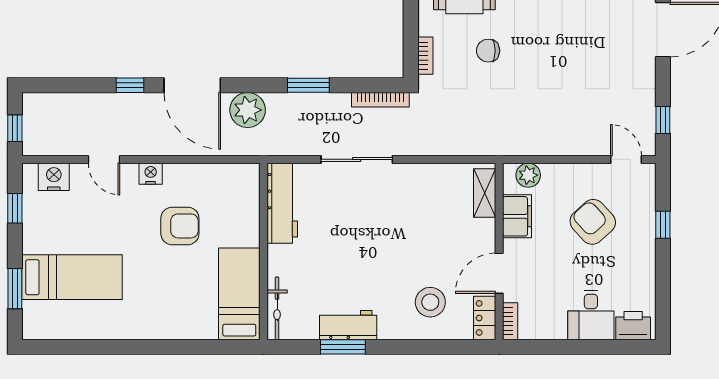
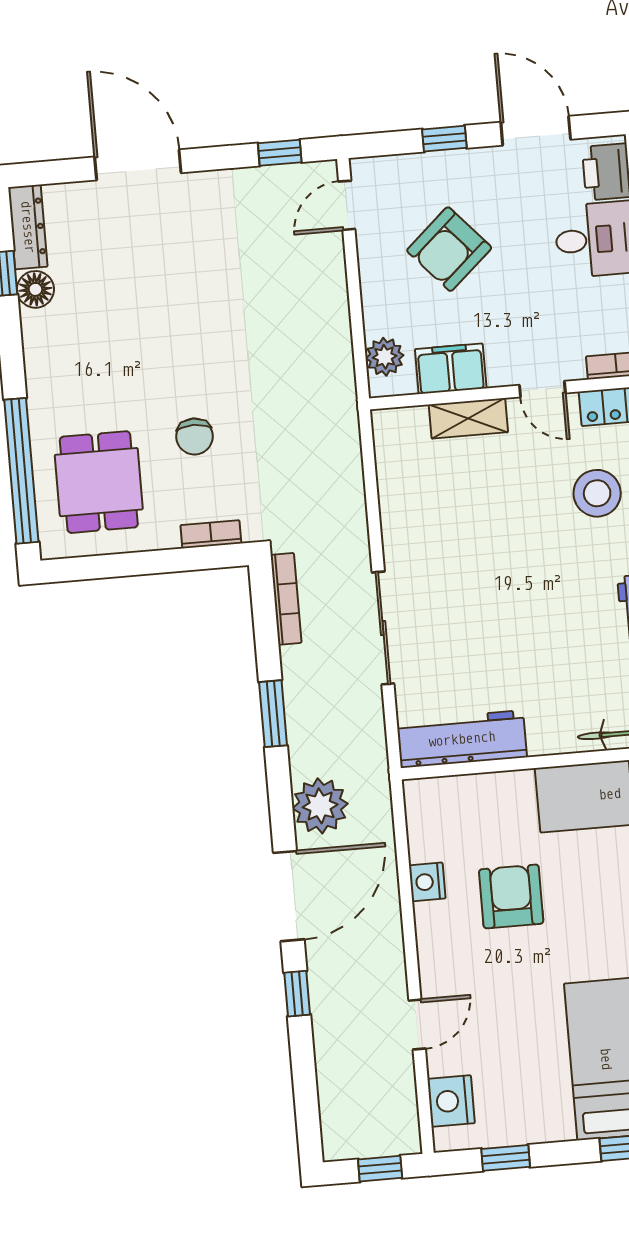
nightstand: (151, 174) -> (427, 882), moved
shelving: (485, 193) -> (468, 418), moved
door: (499, 273) -> (542, 389), width x0.73
door: (663, 283) -> (536, 131), added

